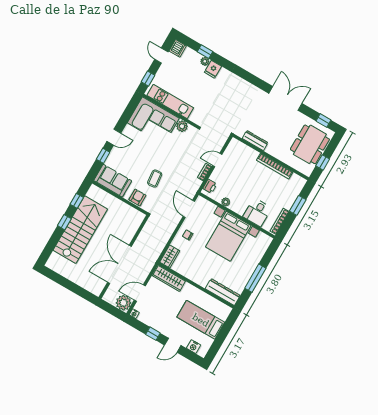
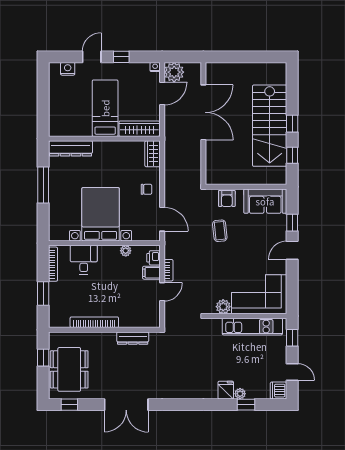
filing cabinet: (217, 177) -> (151, 273), added
bed: (201, 320) -> (105, 108), moved, turned -90

